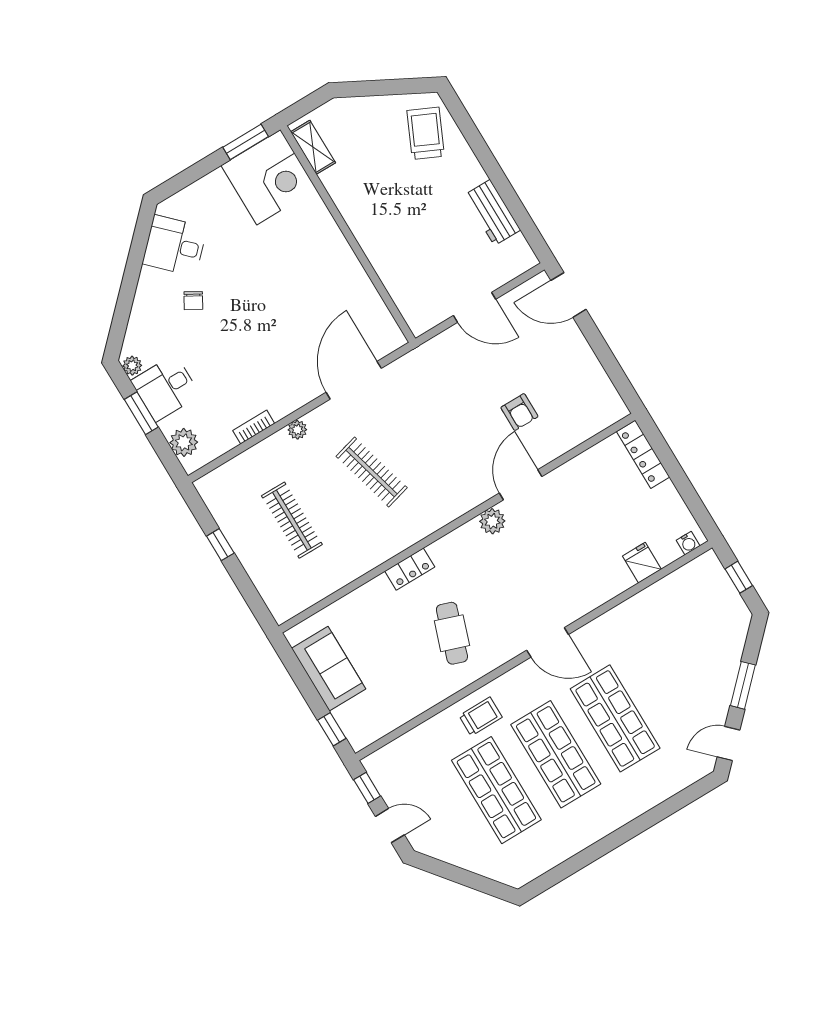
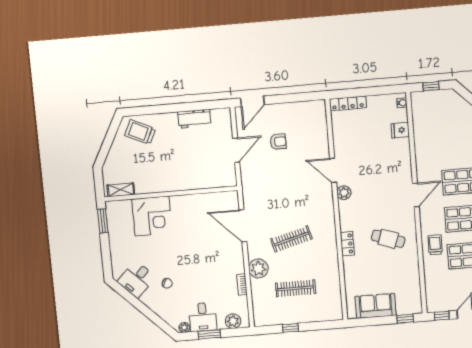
corner desk: (269, 177) -> (152, 216), moved, turned 90
armchair: (519, 412) -> (278, 142), moved
plant: (297, 430) -> (258, 268), width x1.88, depth x1.88

